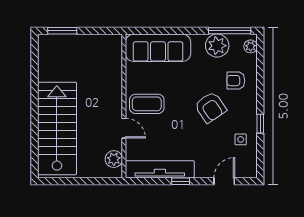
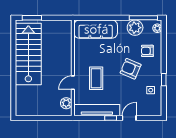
coffee table: (147, 104) -> (96, 78), moved, turned 90
armchair: (210, 107) -> (131, 69), turned 147
stairs: (57, 128) -> (28, 54), moved
door: (124, 128) -> (73, 83), swing flipped
door: (224, 181) -> (129, 118), moved

